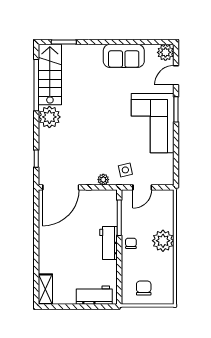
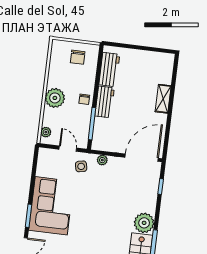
door: (142, 187) -> (68, 149), hinge flipped
plant: (168, 202) -> (46, 132), added
shelving: (45, 289) -> (163, 99), moved
workbench: (94, 295) -> (109, 70), moved, turned -90

